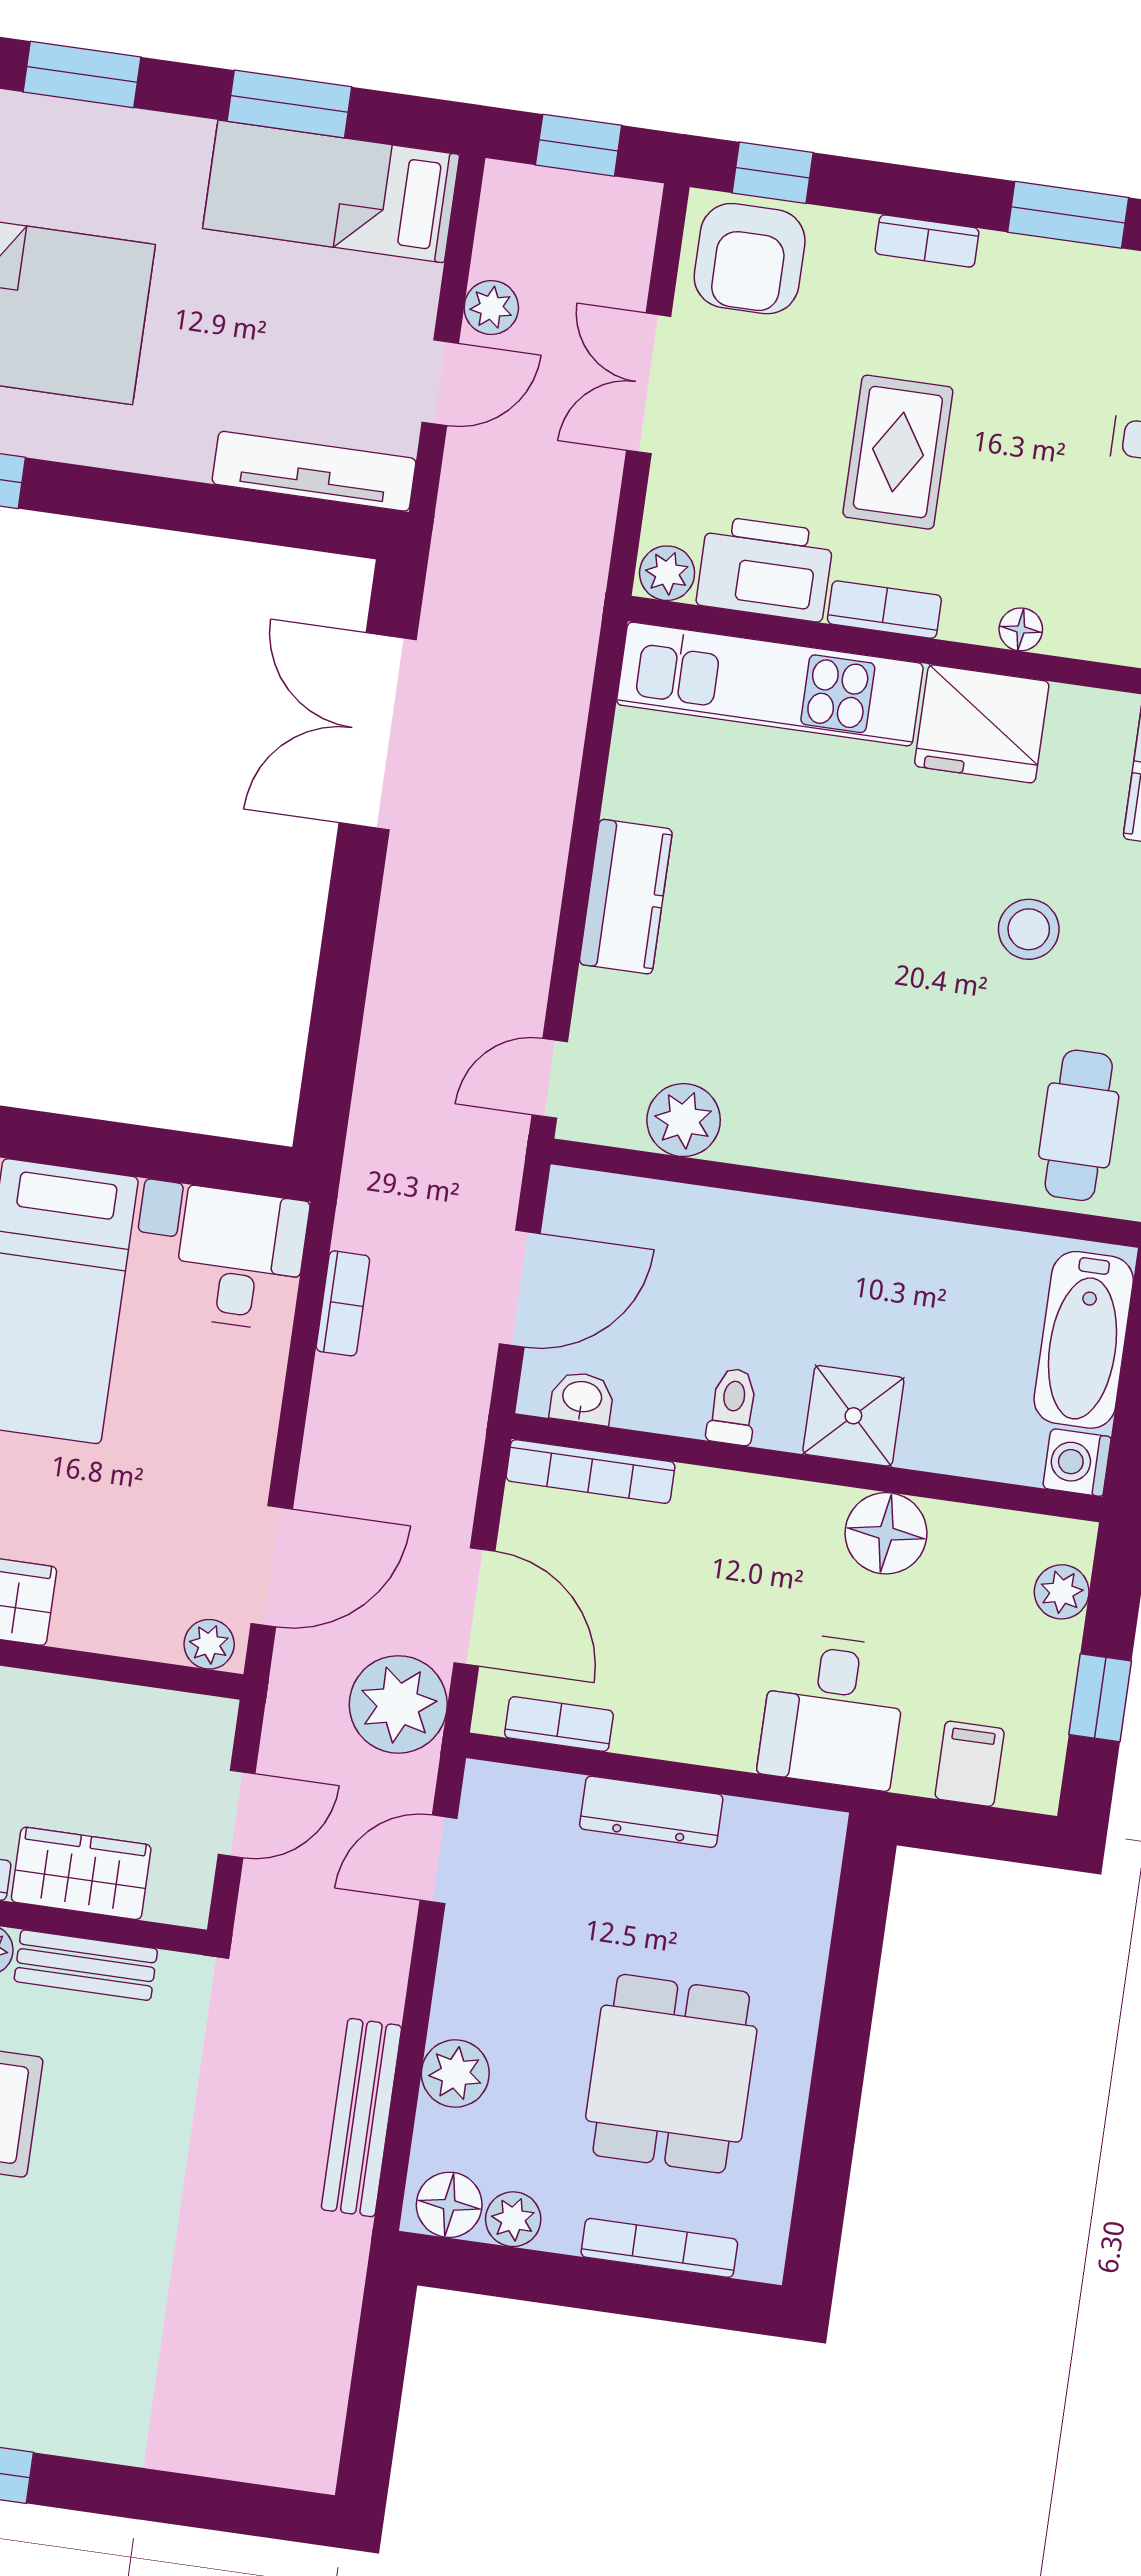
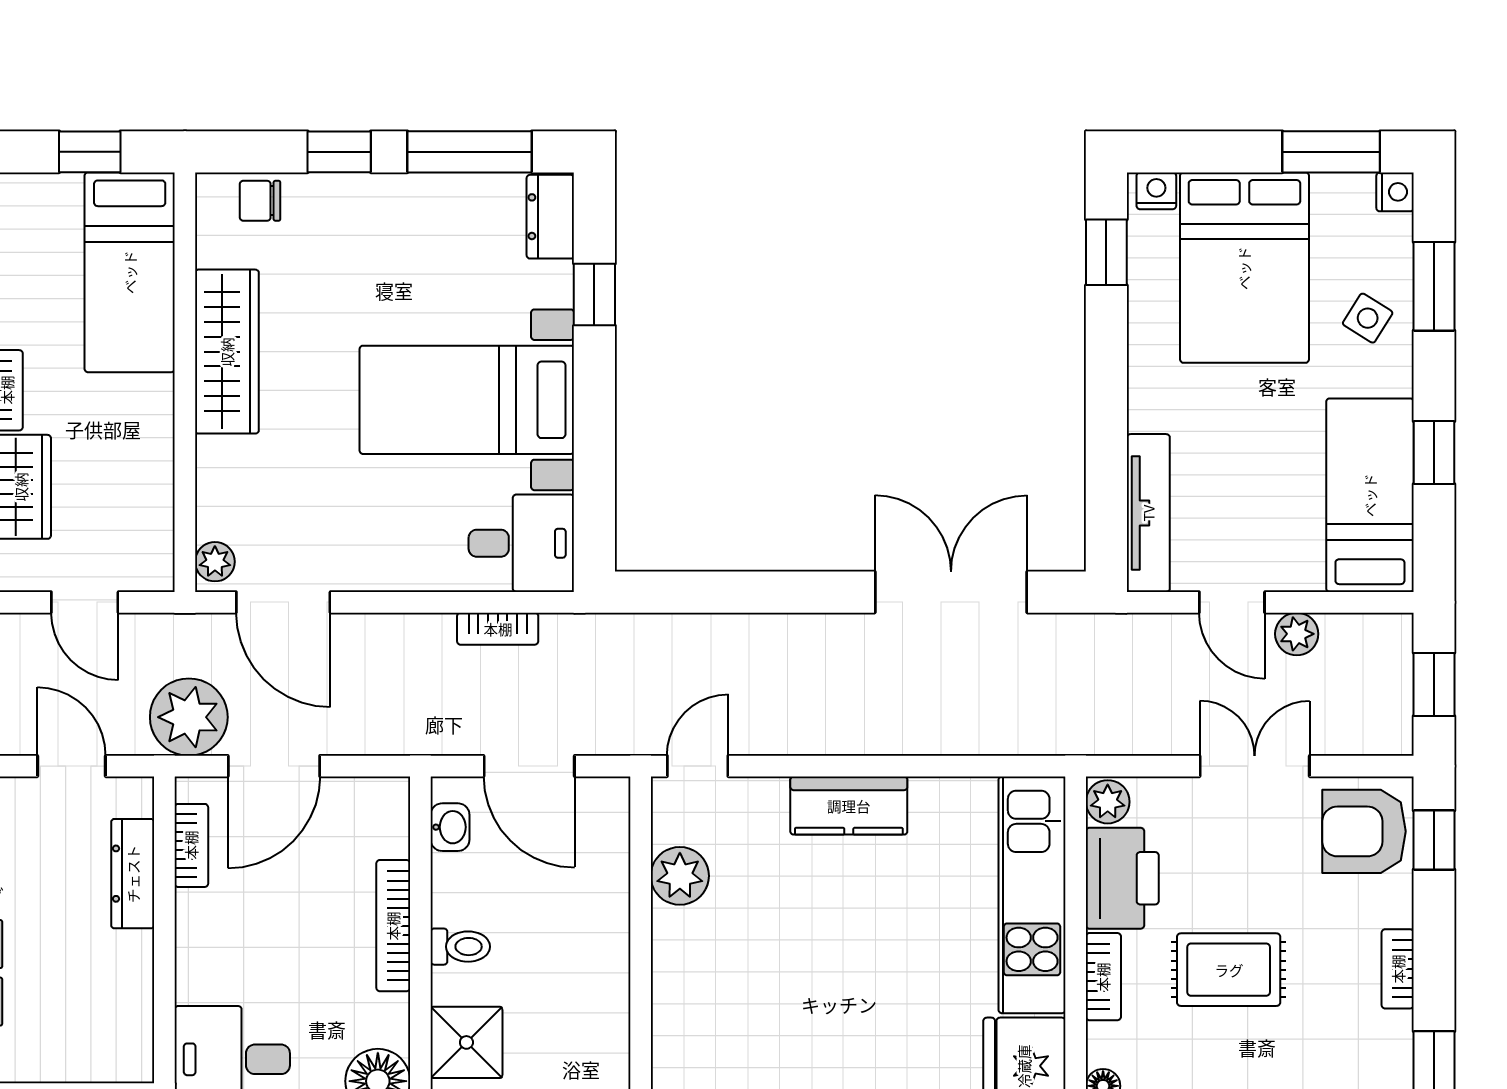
window: (289, 104) -> (1434, 453), width x0.67
side table: (110, 163) -> (1368, 318), added
door: (550, 1078) -> (698, 766), hinge flipped
bookcase: (591, 1471) -> (393, 926), moved
dresser: (651, 1812) -> (133, 874), moved

